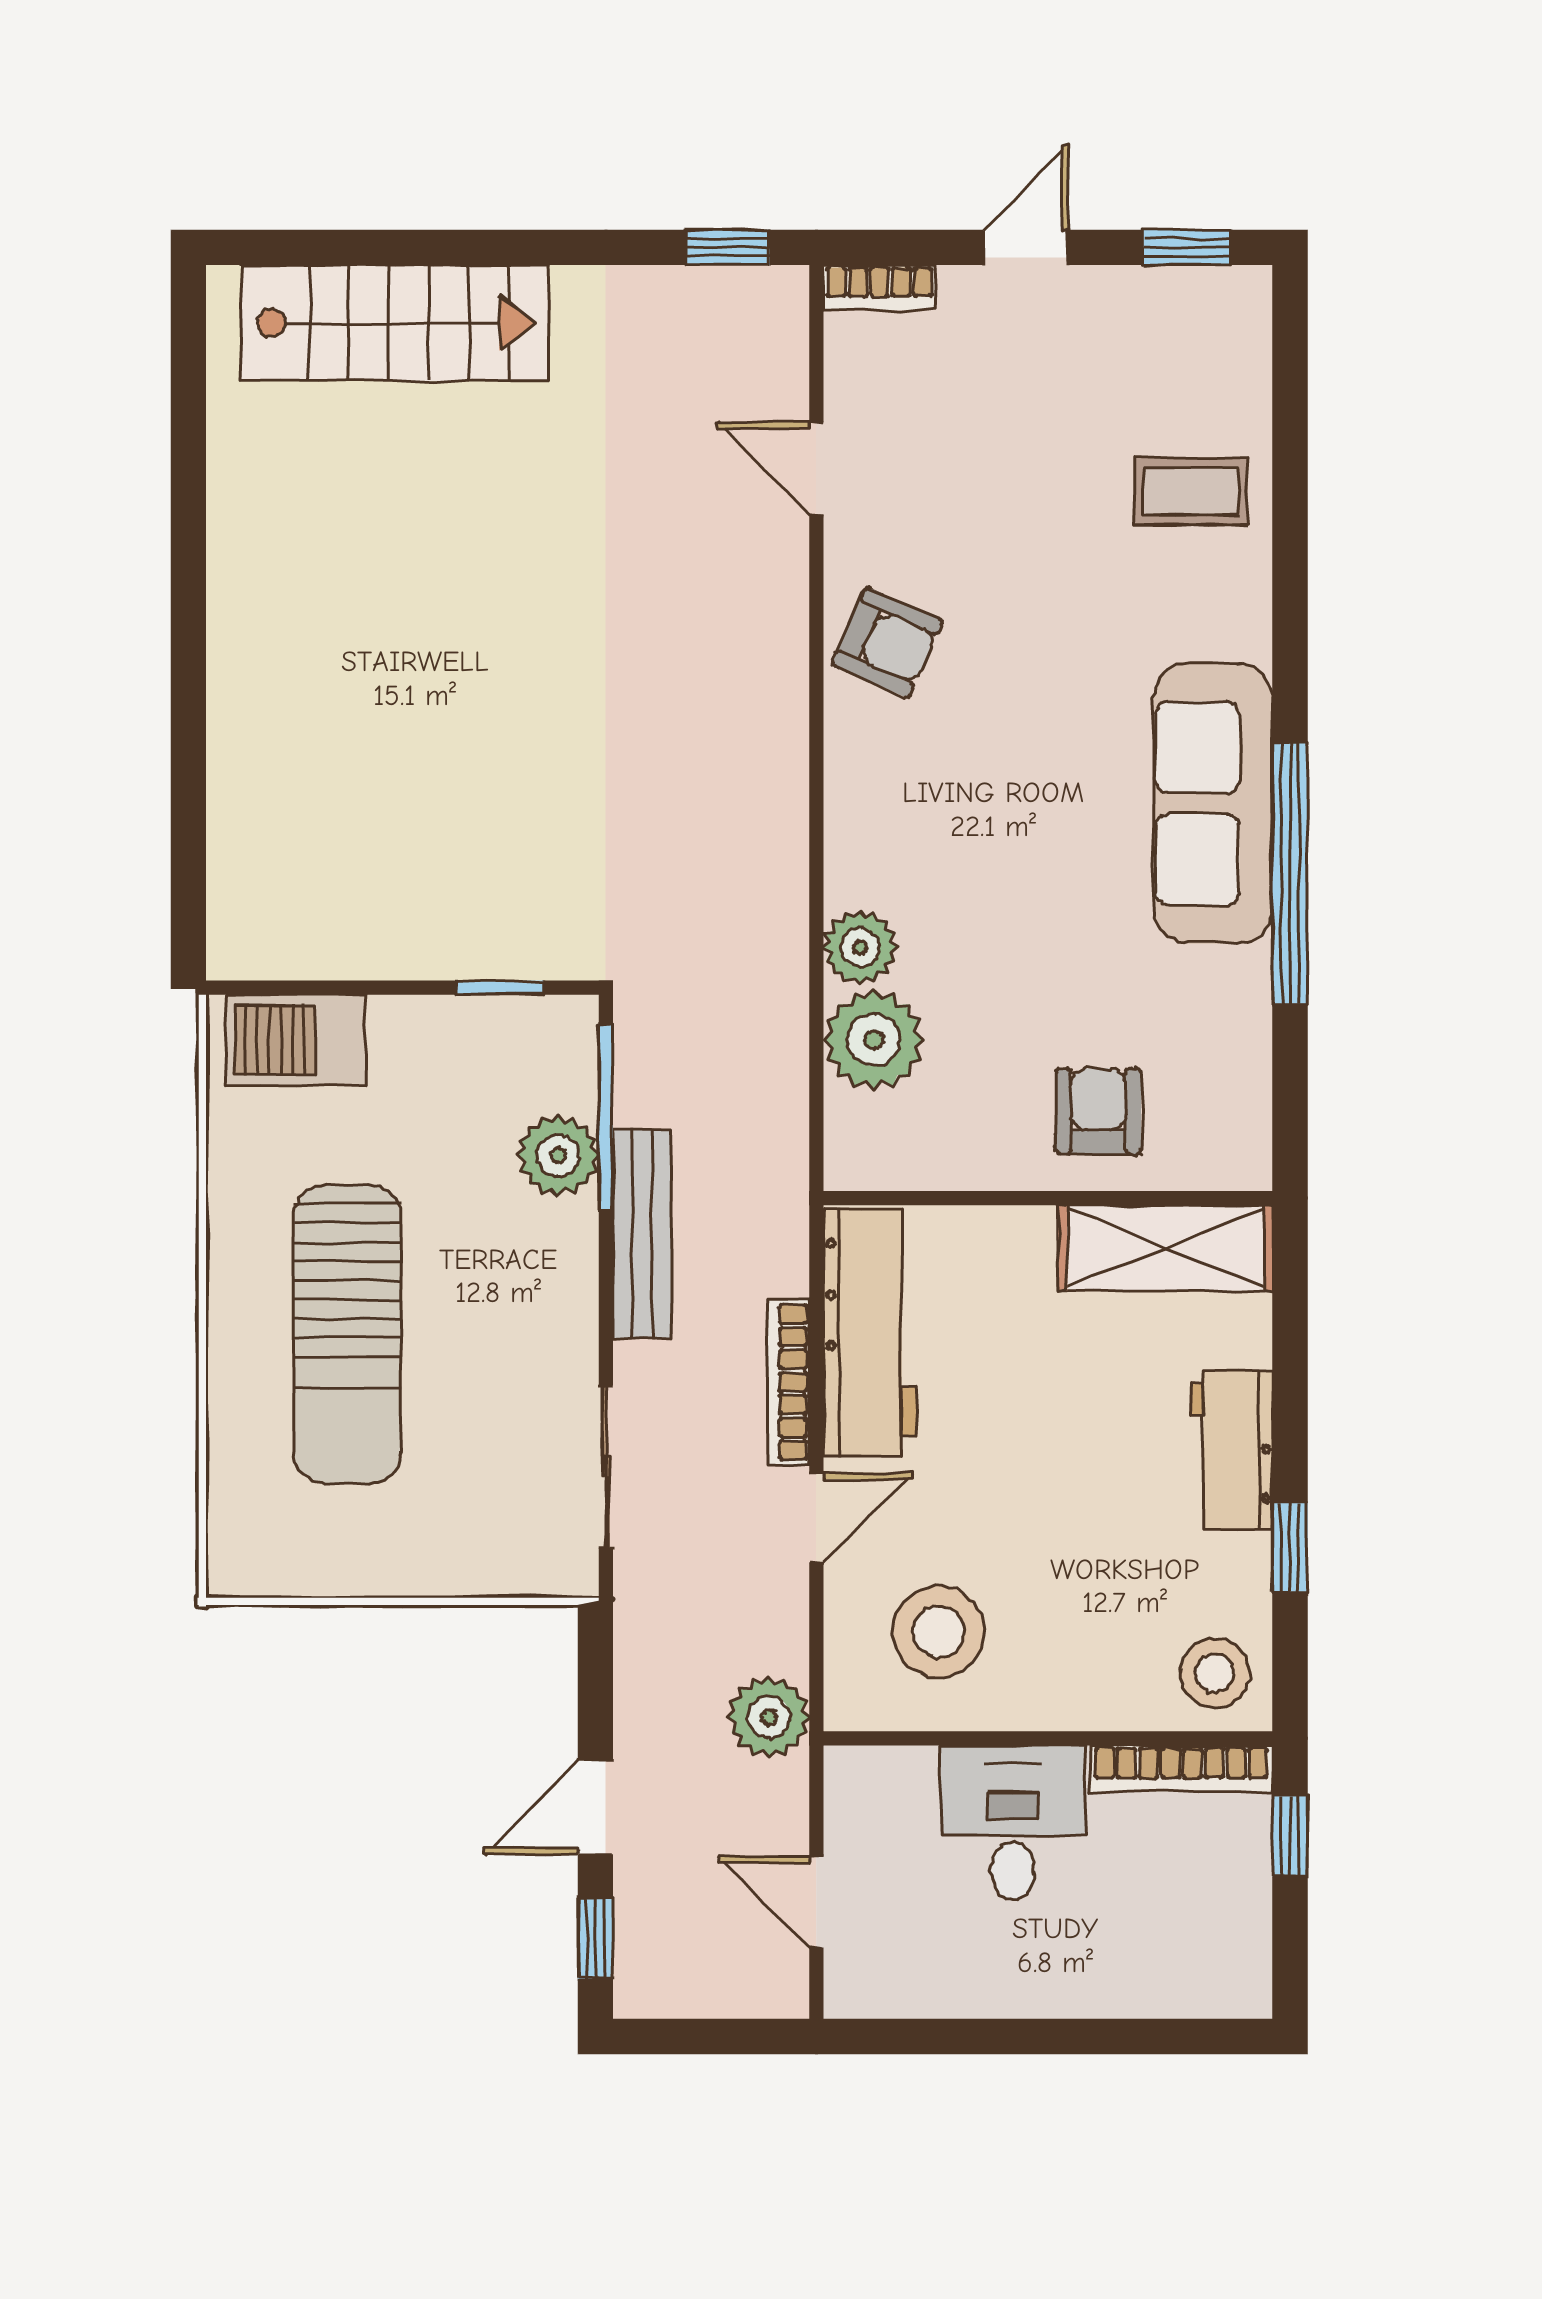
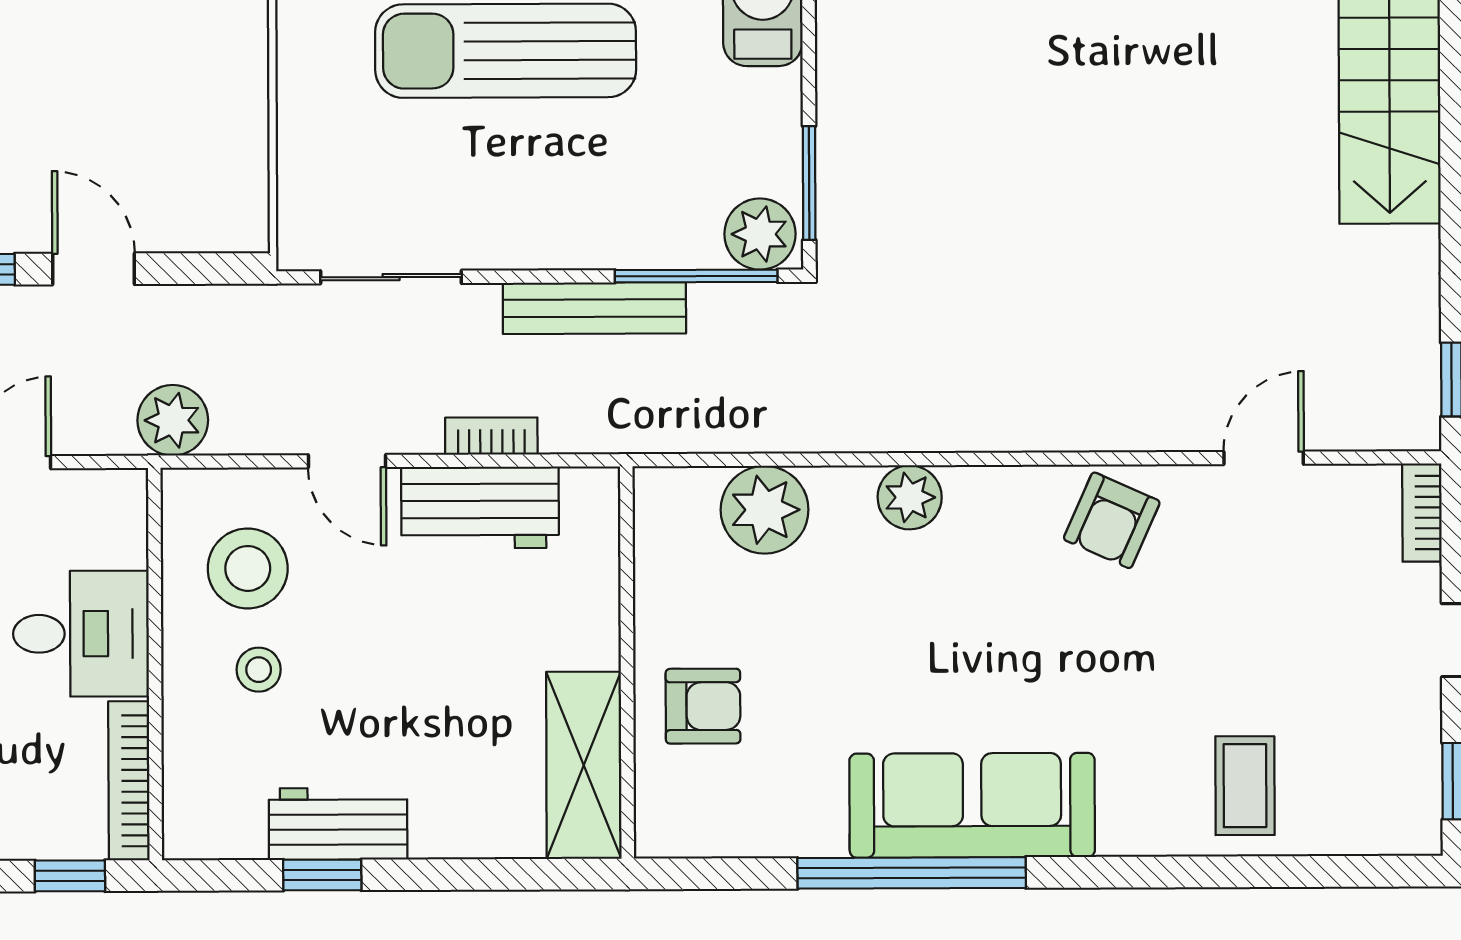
plant: (860, 947) -> (910, 497), moved
window: (500, 988) -> (809, 183), width x1.50
plant: (558, 1155) -> (760, 234), moved
workbench: (870, 1332) -> (480, 507), width x0.73
bookcase: (788, 1382) -> (491, 436), width x0.64
workbench: (1232, 1450) -> (338, 824), moved
stool: (1215, 1673) -> (259, 670), moved, width x0.73, depth x0.73

